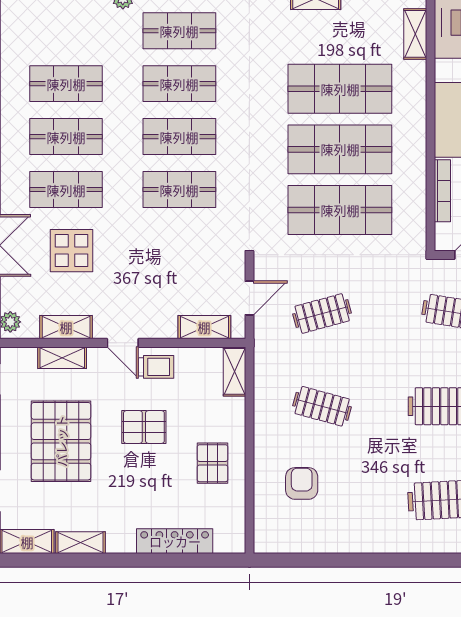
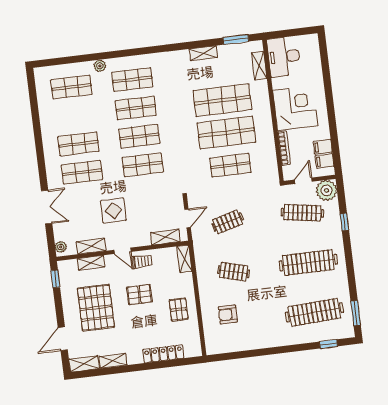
shop shelf: (66, 84) -> (71, 87), moved
shop shelf: (340, 210) -> (230, 165), width x0.70, depth x0.74
display table: (71, 251) -> (113, 211), moved
armchair: (302, 483) -> (228, 314), turned -90

